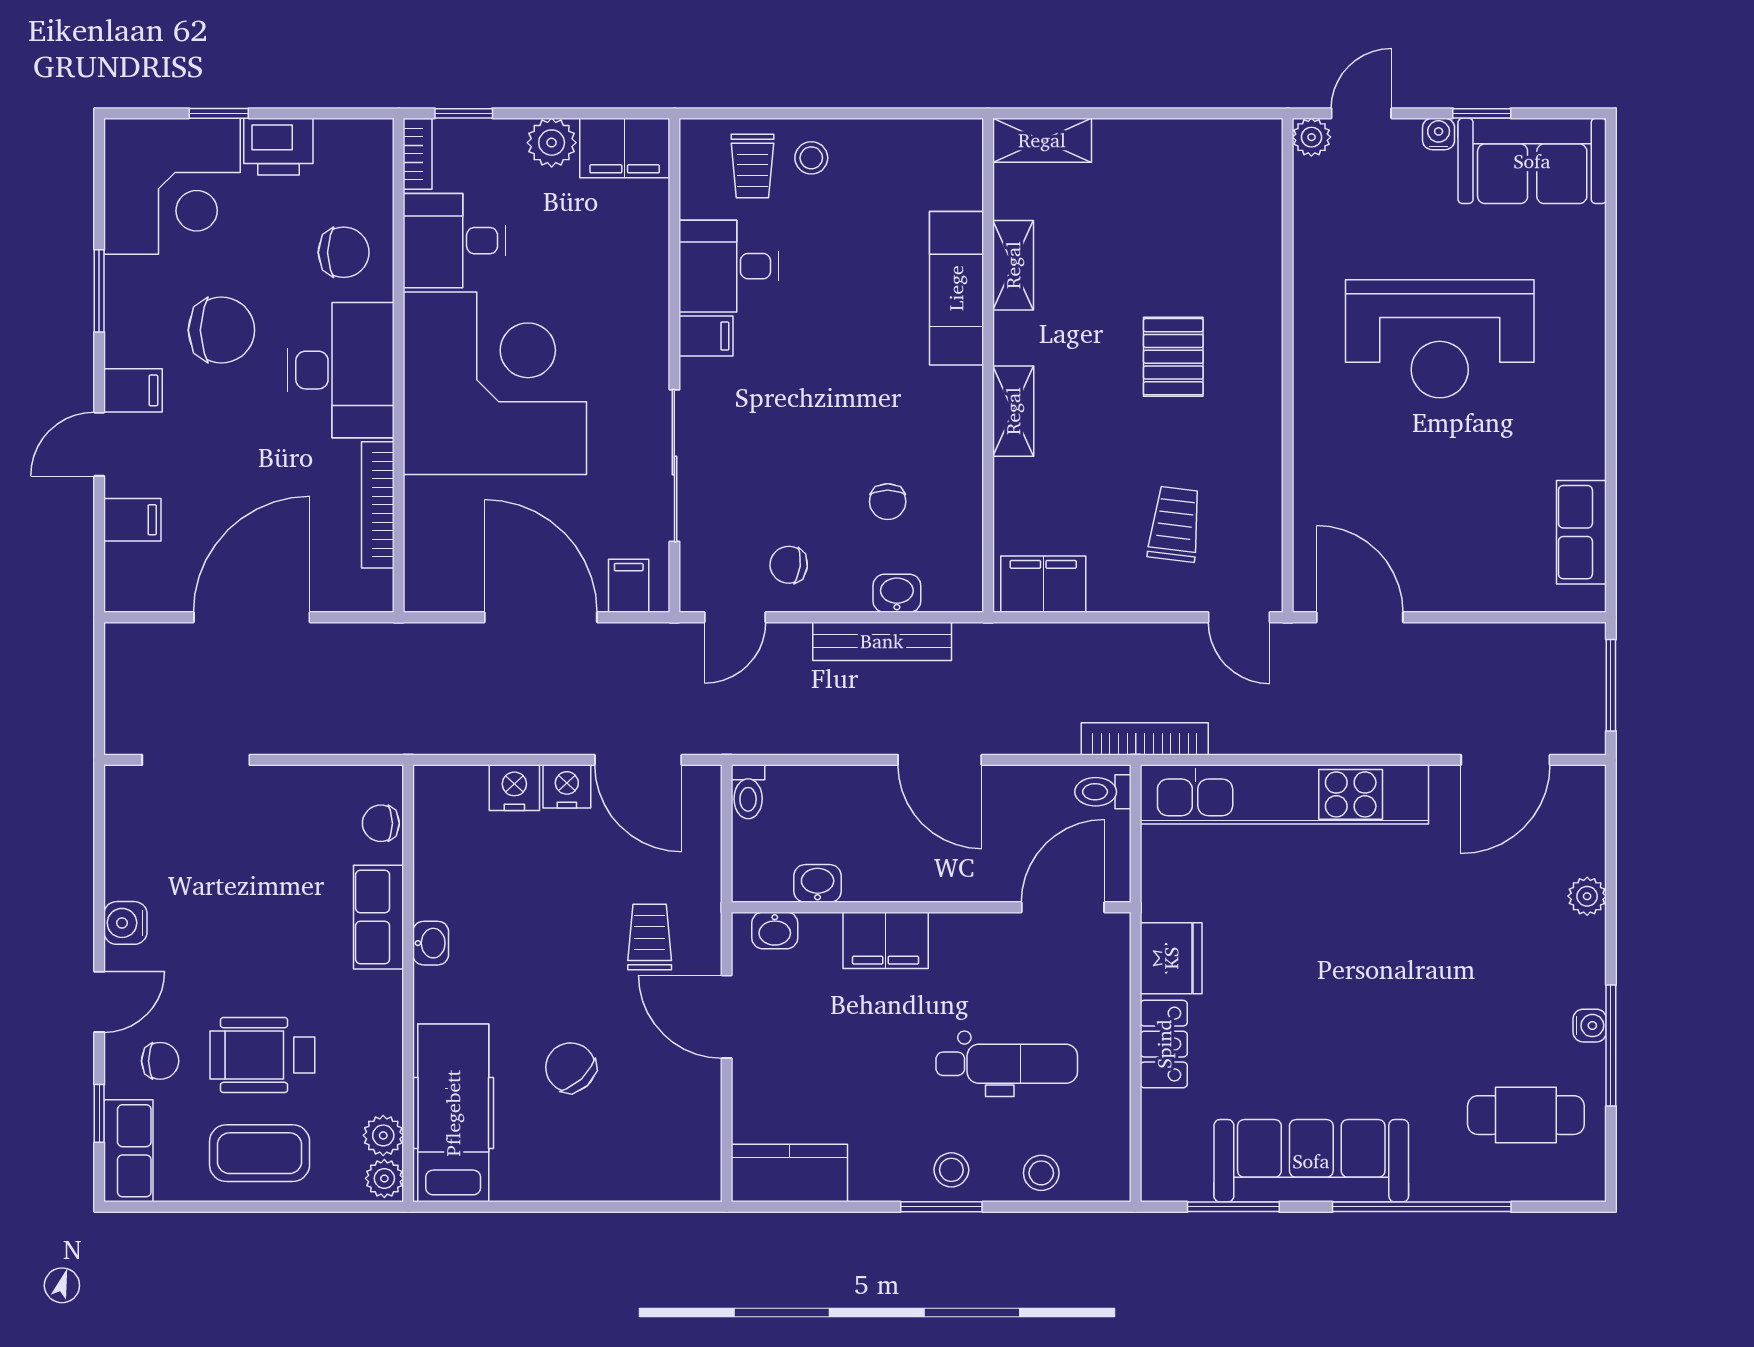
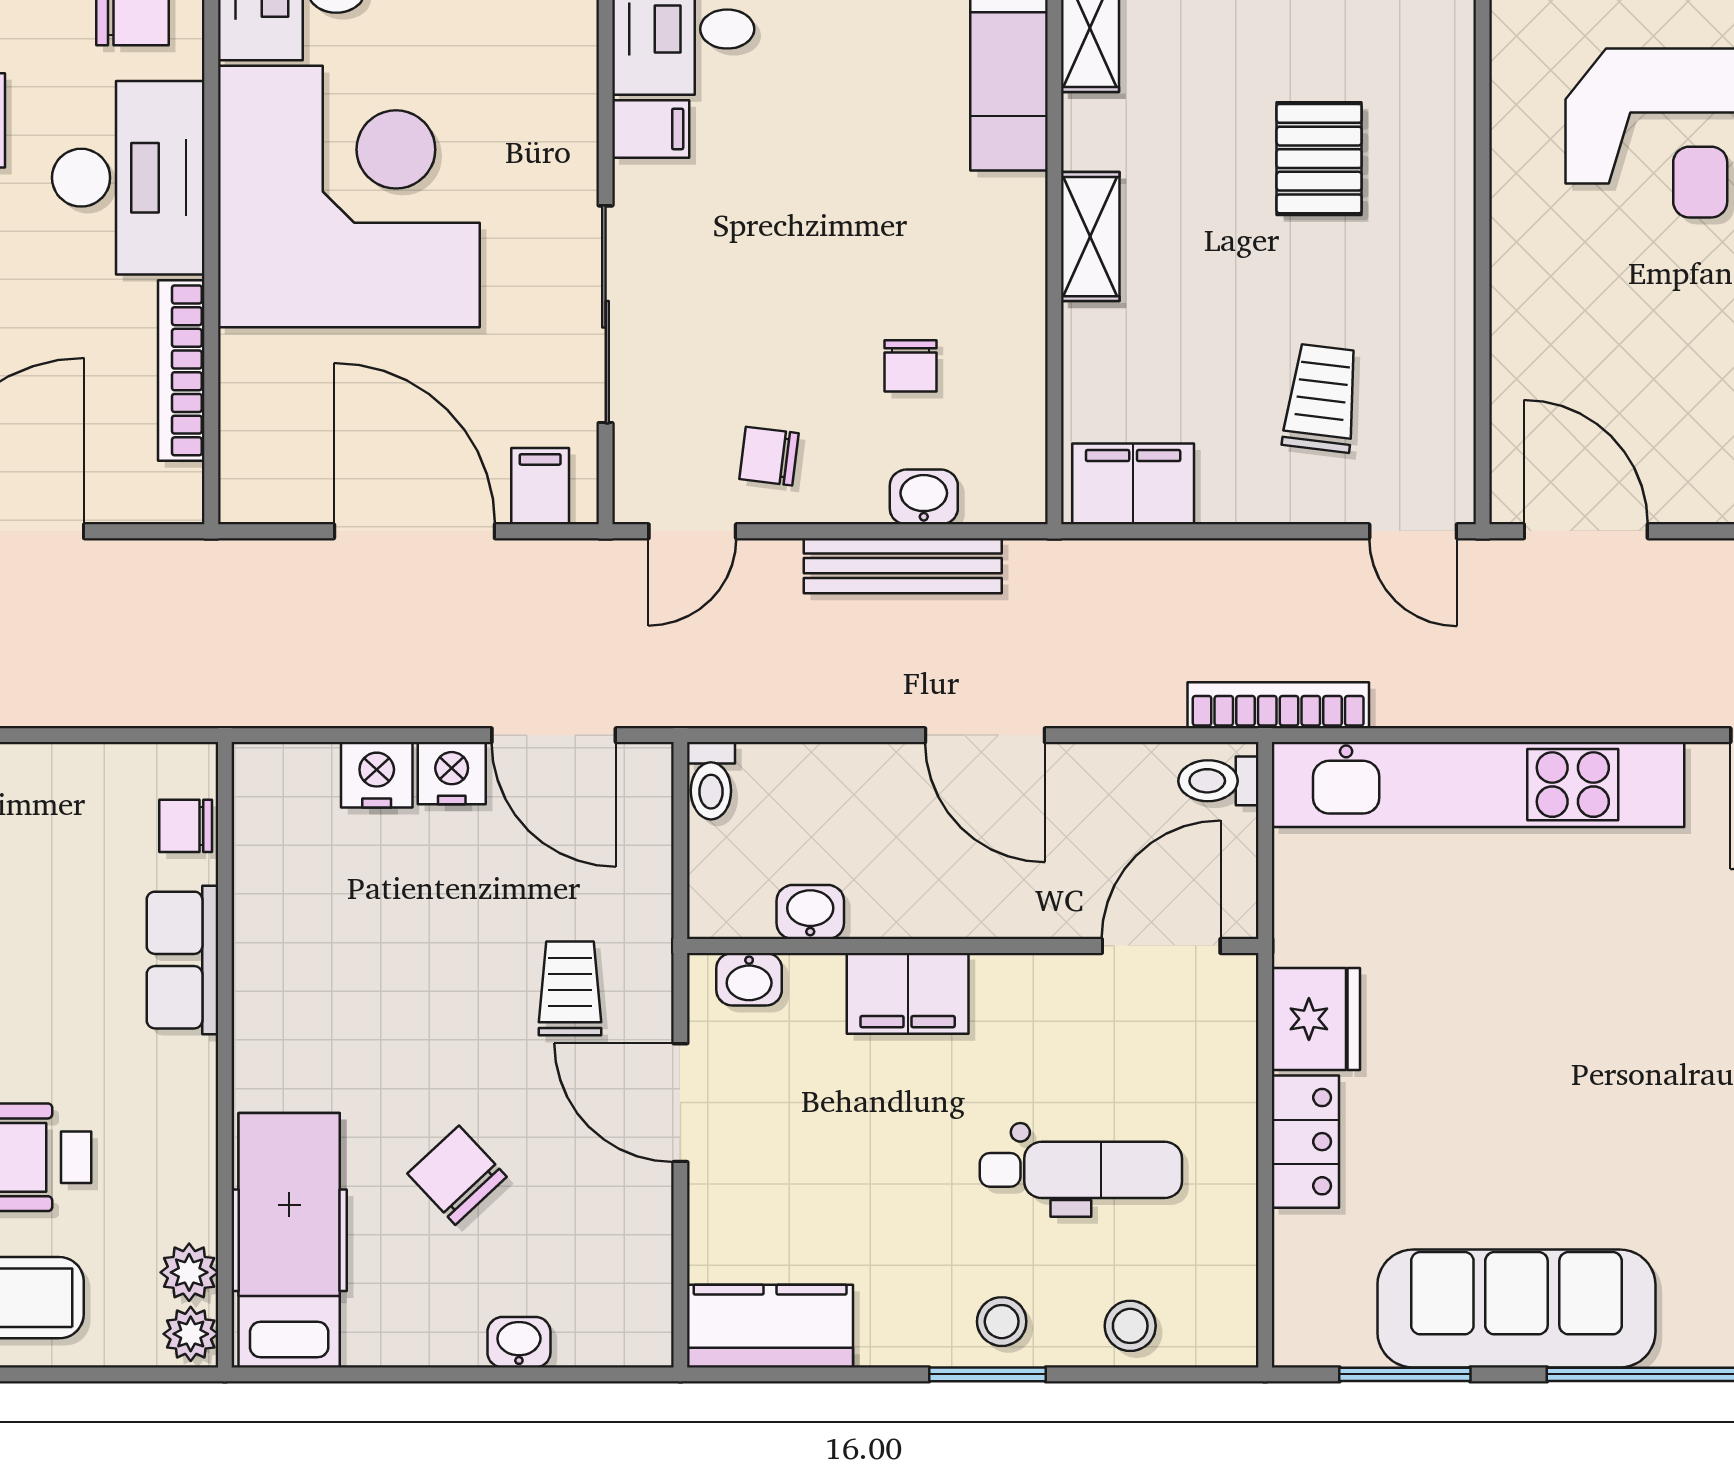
washbasin: (431, 943) -> (519, 1342), moved, turned -90

